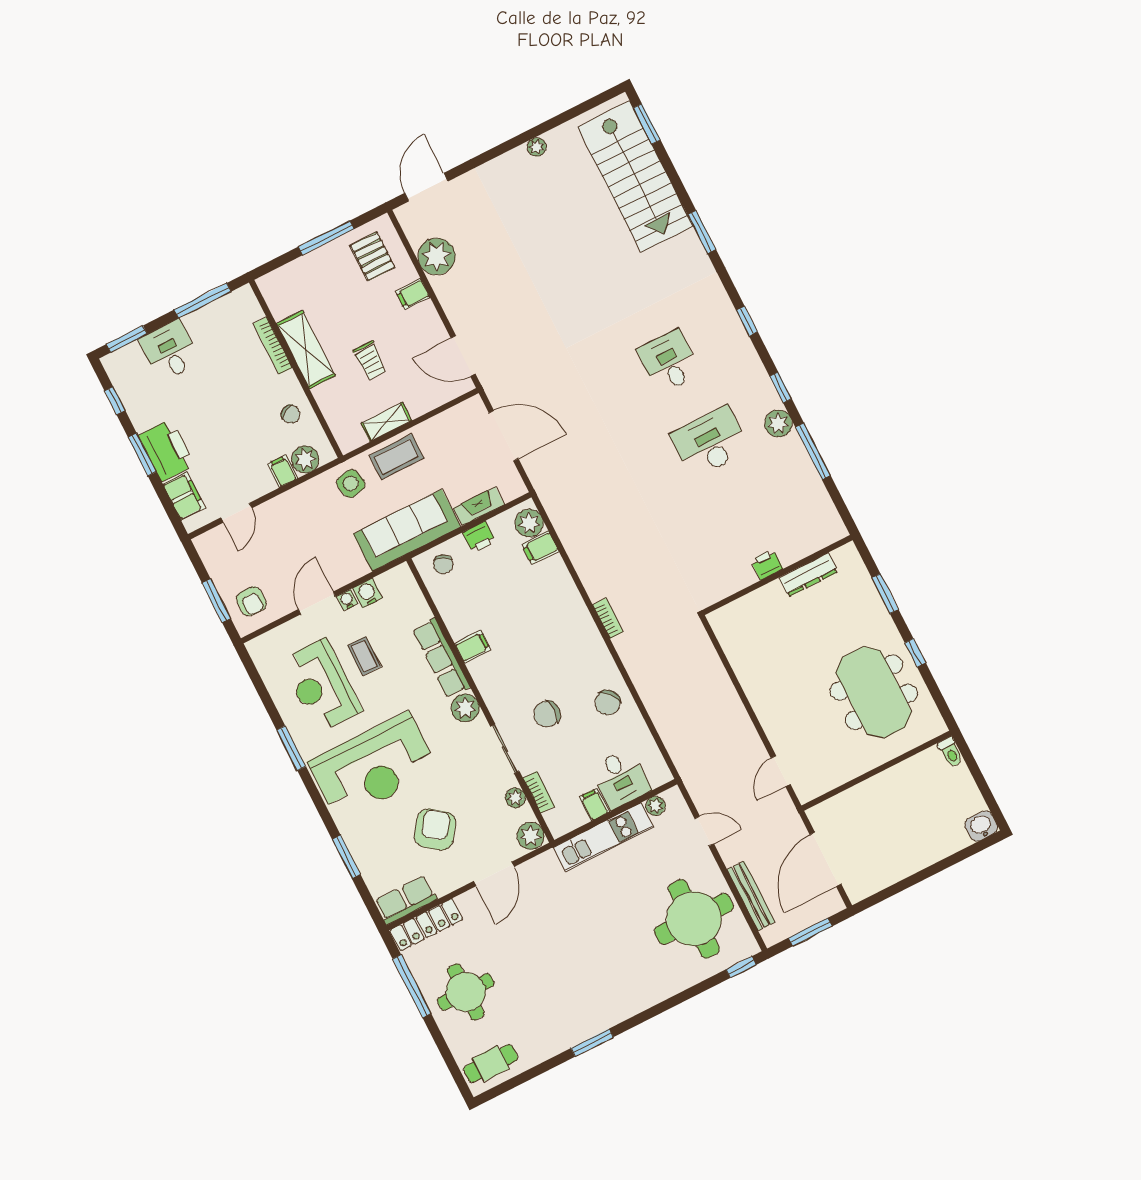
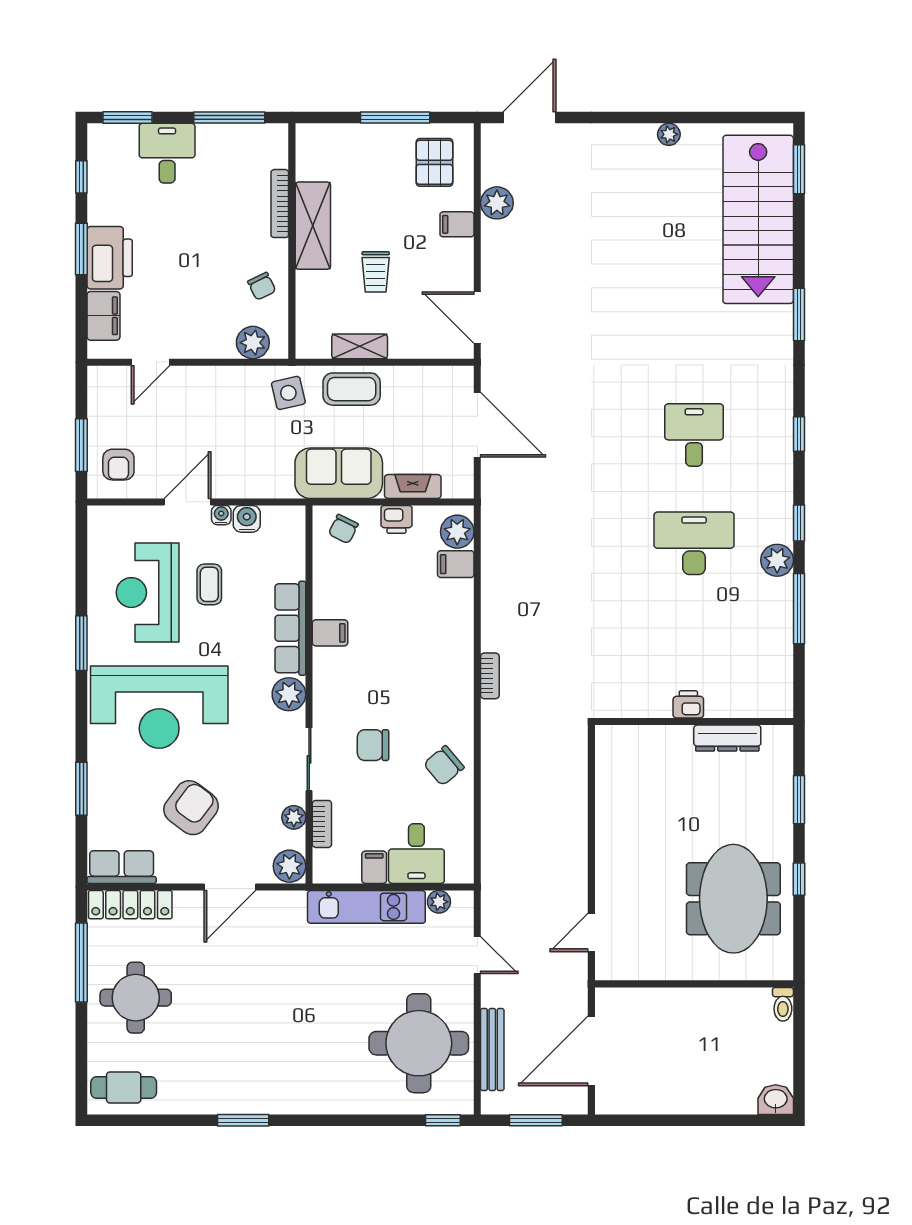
plant: (437, 256) -> (497, 203), width x0.73, depth x0.73
filing cabinet: (283, 471) -> (222, 343), removed
sofa: (407, 530) -> (339, 473), width x0.73

